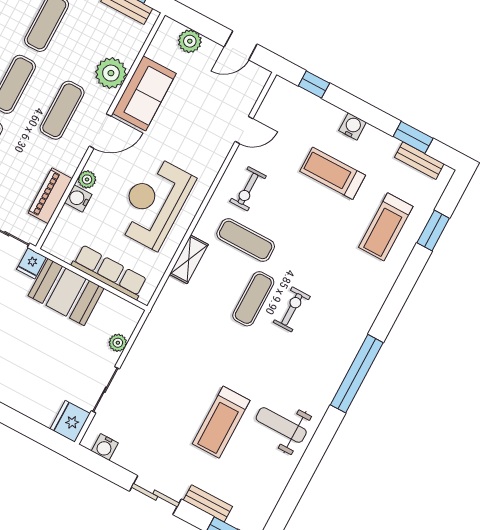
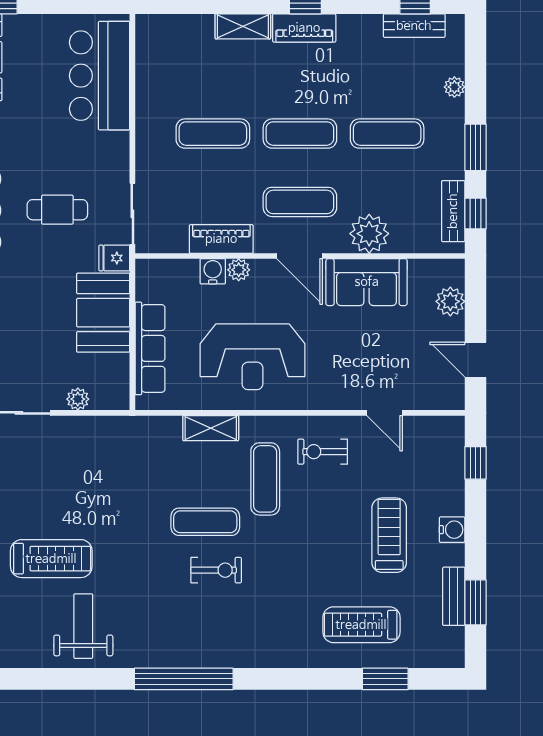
bench: (419, 161) -> (454, 596), moved
piano: (50, 196) -> (221, 239), moved
reception desk: (154, 203) -> (252, 357), turned 180
treadmill: (221, 422) -> (51, 559), turned 180

